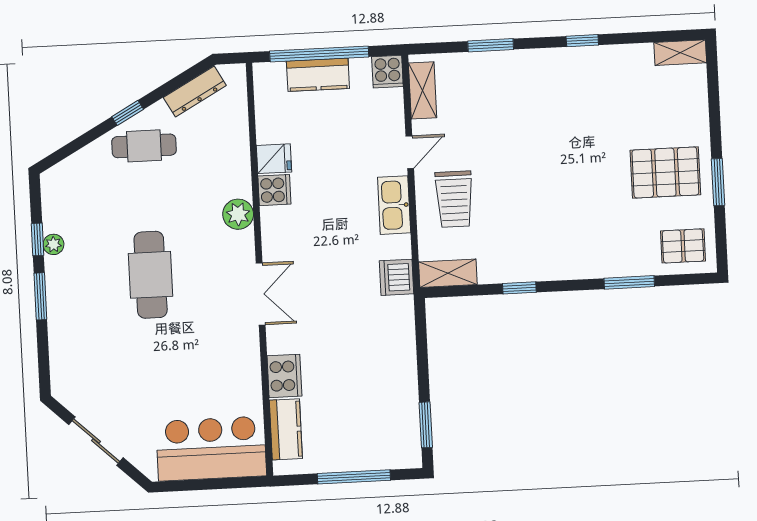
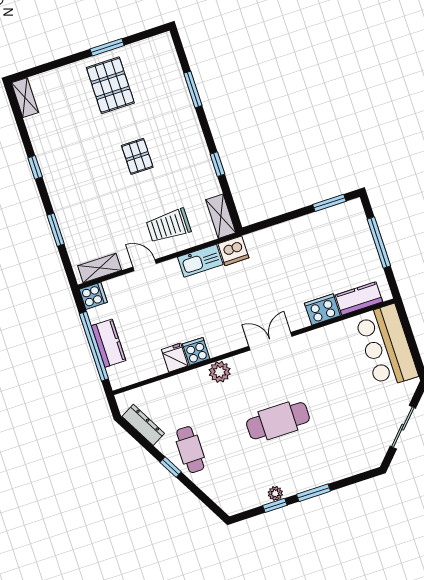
trolley: (454, 199) -> (168, 226), turned 180
kitchen sink: (394, 205) -> (200, 261), moved
pallet: (683, 246) -> (137, 156), moved

